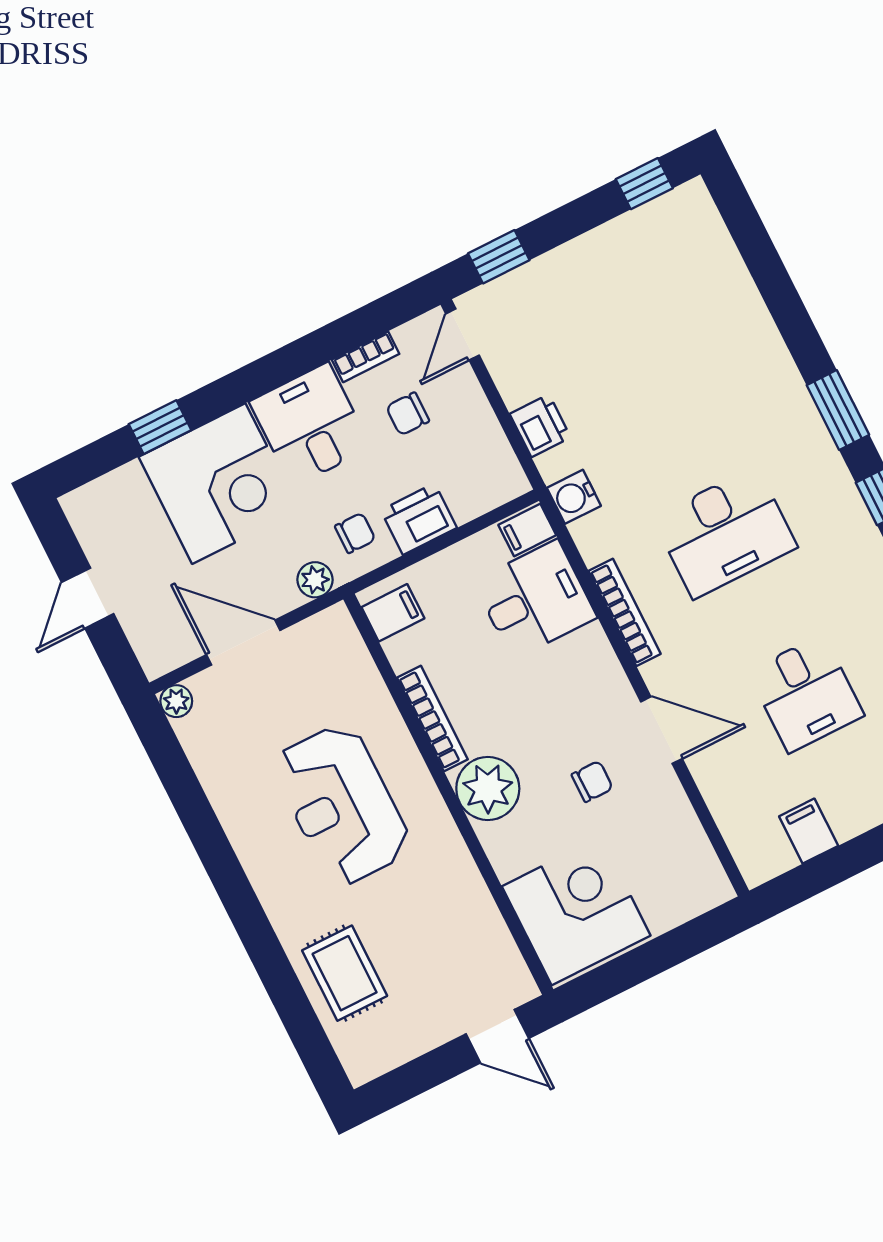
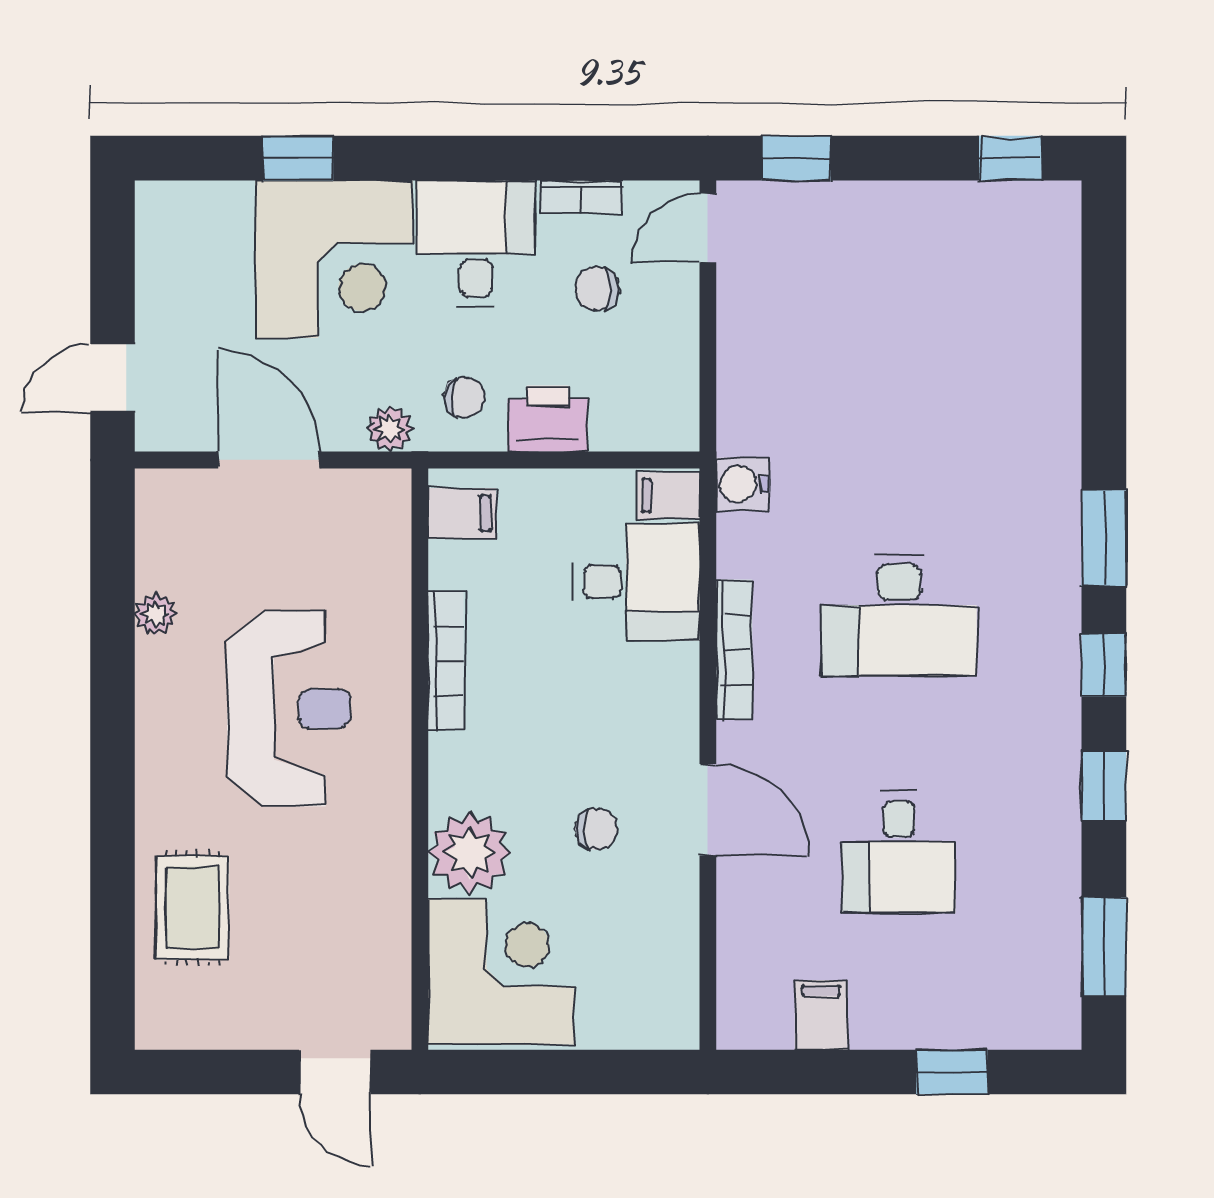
printer: (540, 426) -> (745, 381), removed
door: (88, 598) -> (112, 378), moved
plant: (176, 701) -> (156, 614), moved
plant: (488, 788) -> (470, 853), moved
reception desk: (342, 805) -> (289, 709), turned 180

